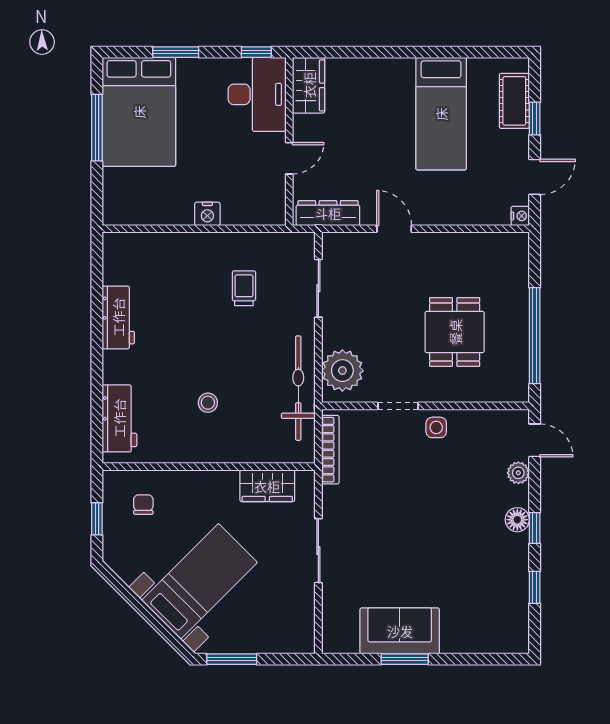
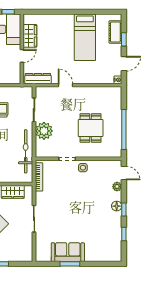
wardrobe: (309, 85) -> (30, 36), moved
plant: (342, 371) -> (44, 131), moved

